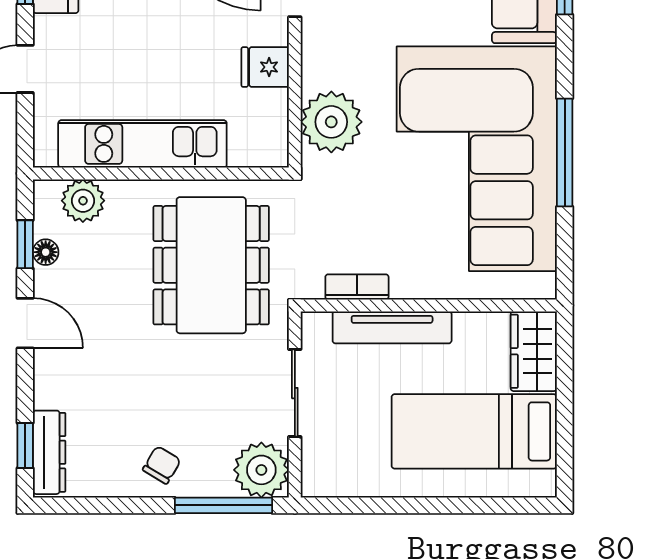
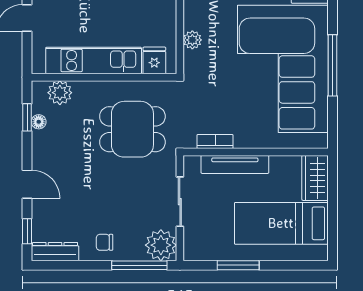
fridge: (265, 67) -> (154, 60), moved, turned 90
plant: (331, 122) -> (192, 40), width x0.53, depth x0.53
dining table: (211, 265) -> (132, 129), width x0.73
door: (25, 323) -> (27, 184), moved
dresser: (49, 452) -> (55, 252), moved, turned -90
chair: (162, 465) -> (104, 242), turned -121
window: (398, 505) -> (238, 265), added

